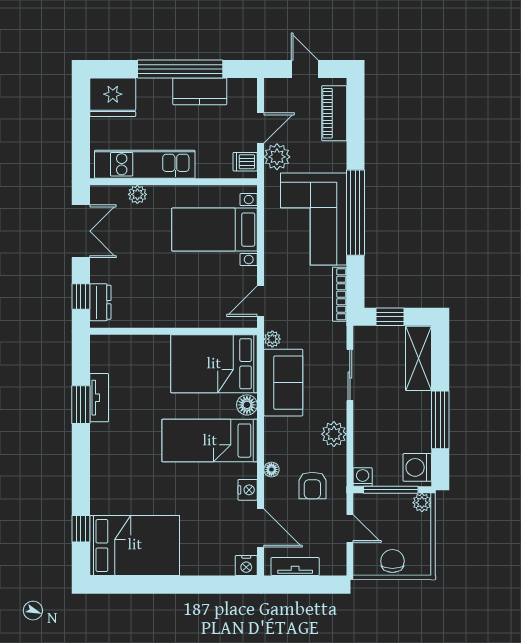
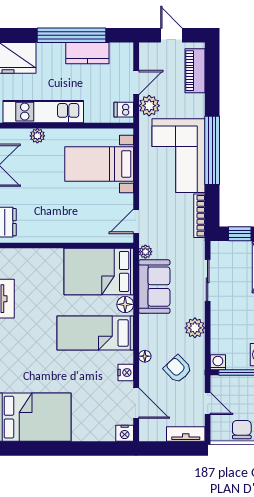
armchair: (312, 485) -> (178, 369), turned 136
tv unit: (295, 567) -> (186, 434), moved

